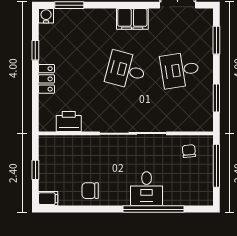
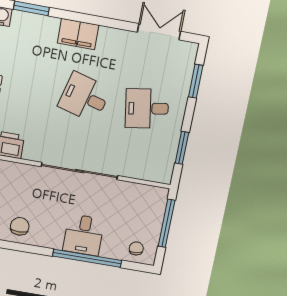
filing cabinet: (132, 19) -> (78, 34), moved
chair: (189, 151) -> (136, 248), moved
chair: (90, 191) -> (20, 226), turned 90

